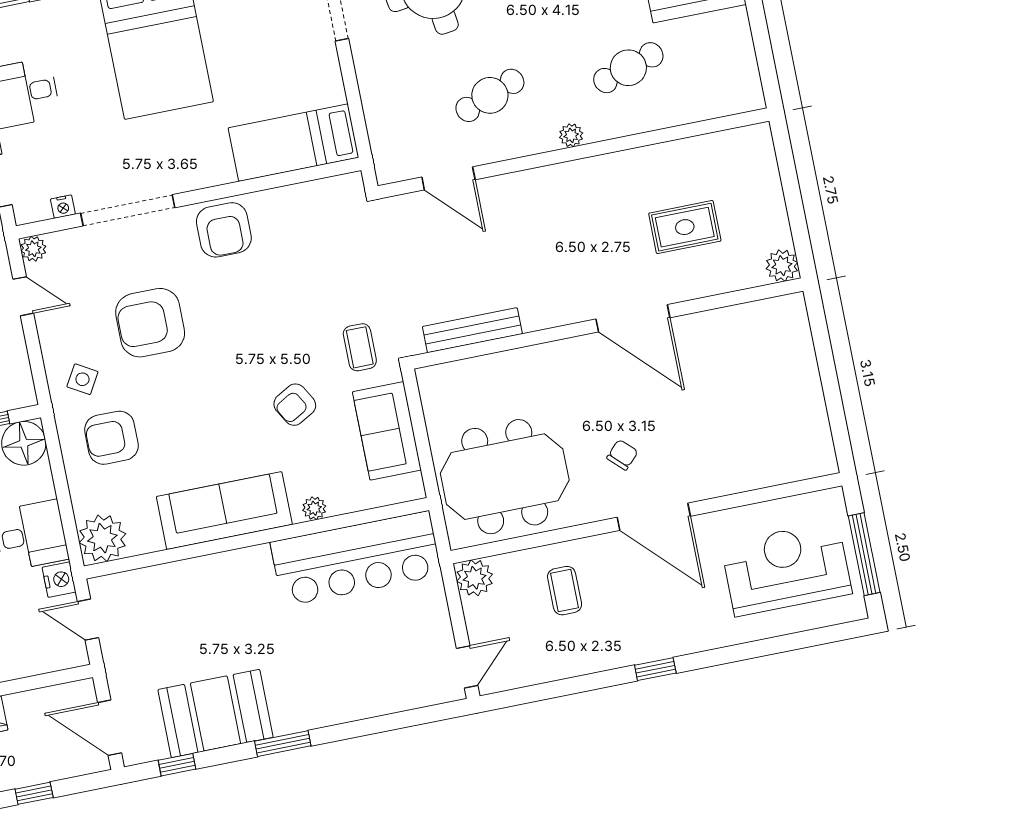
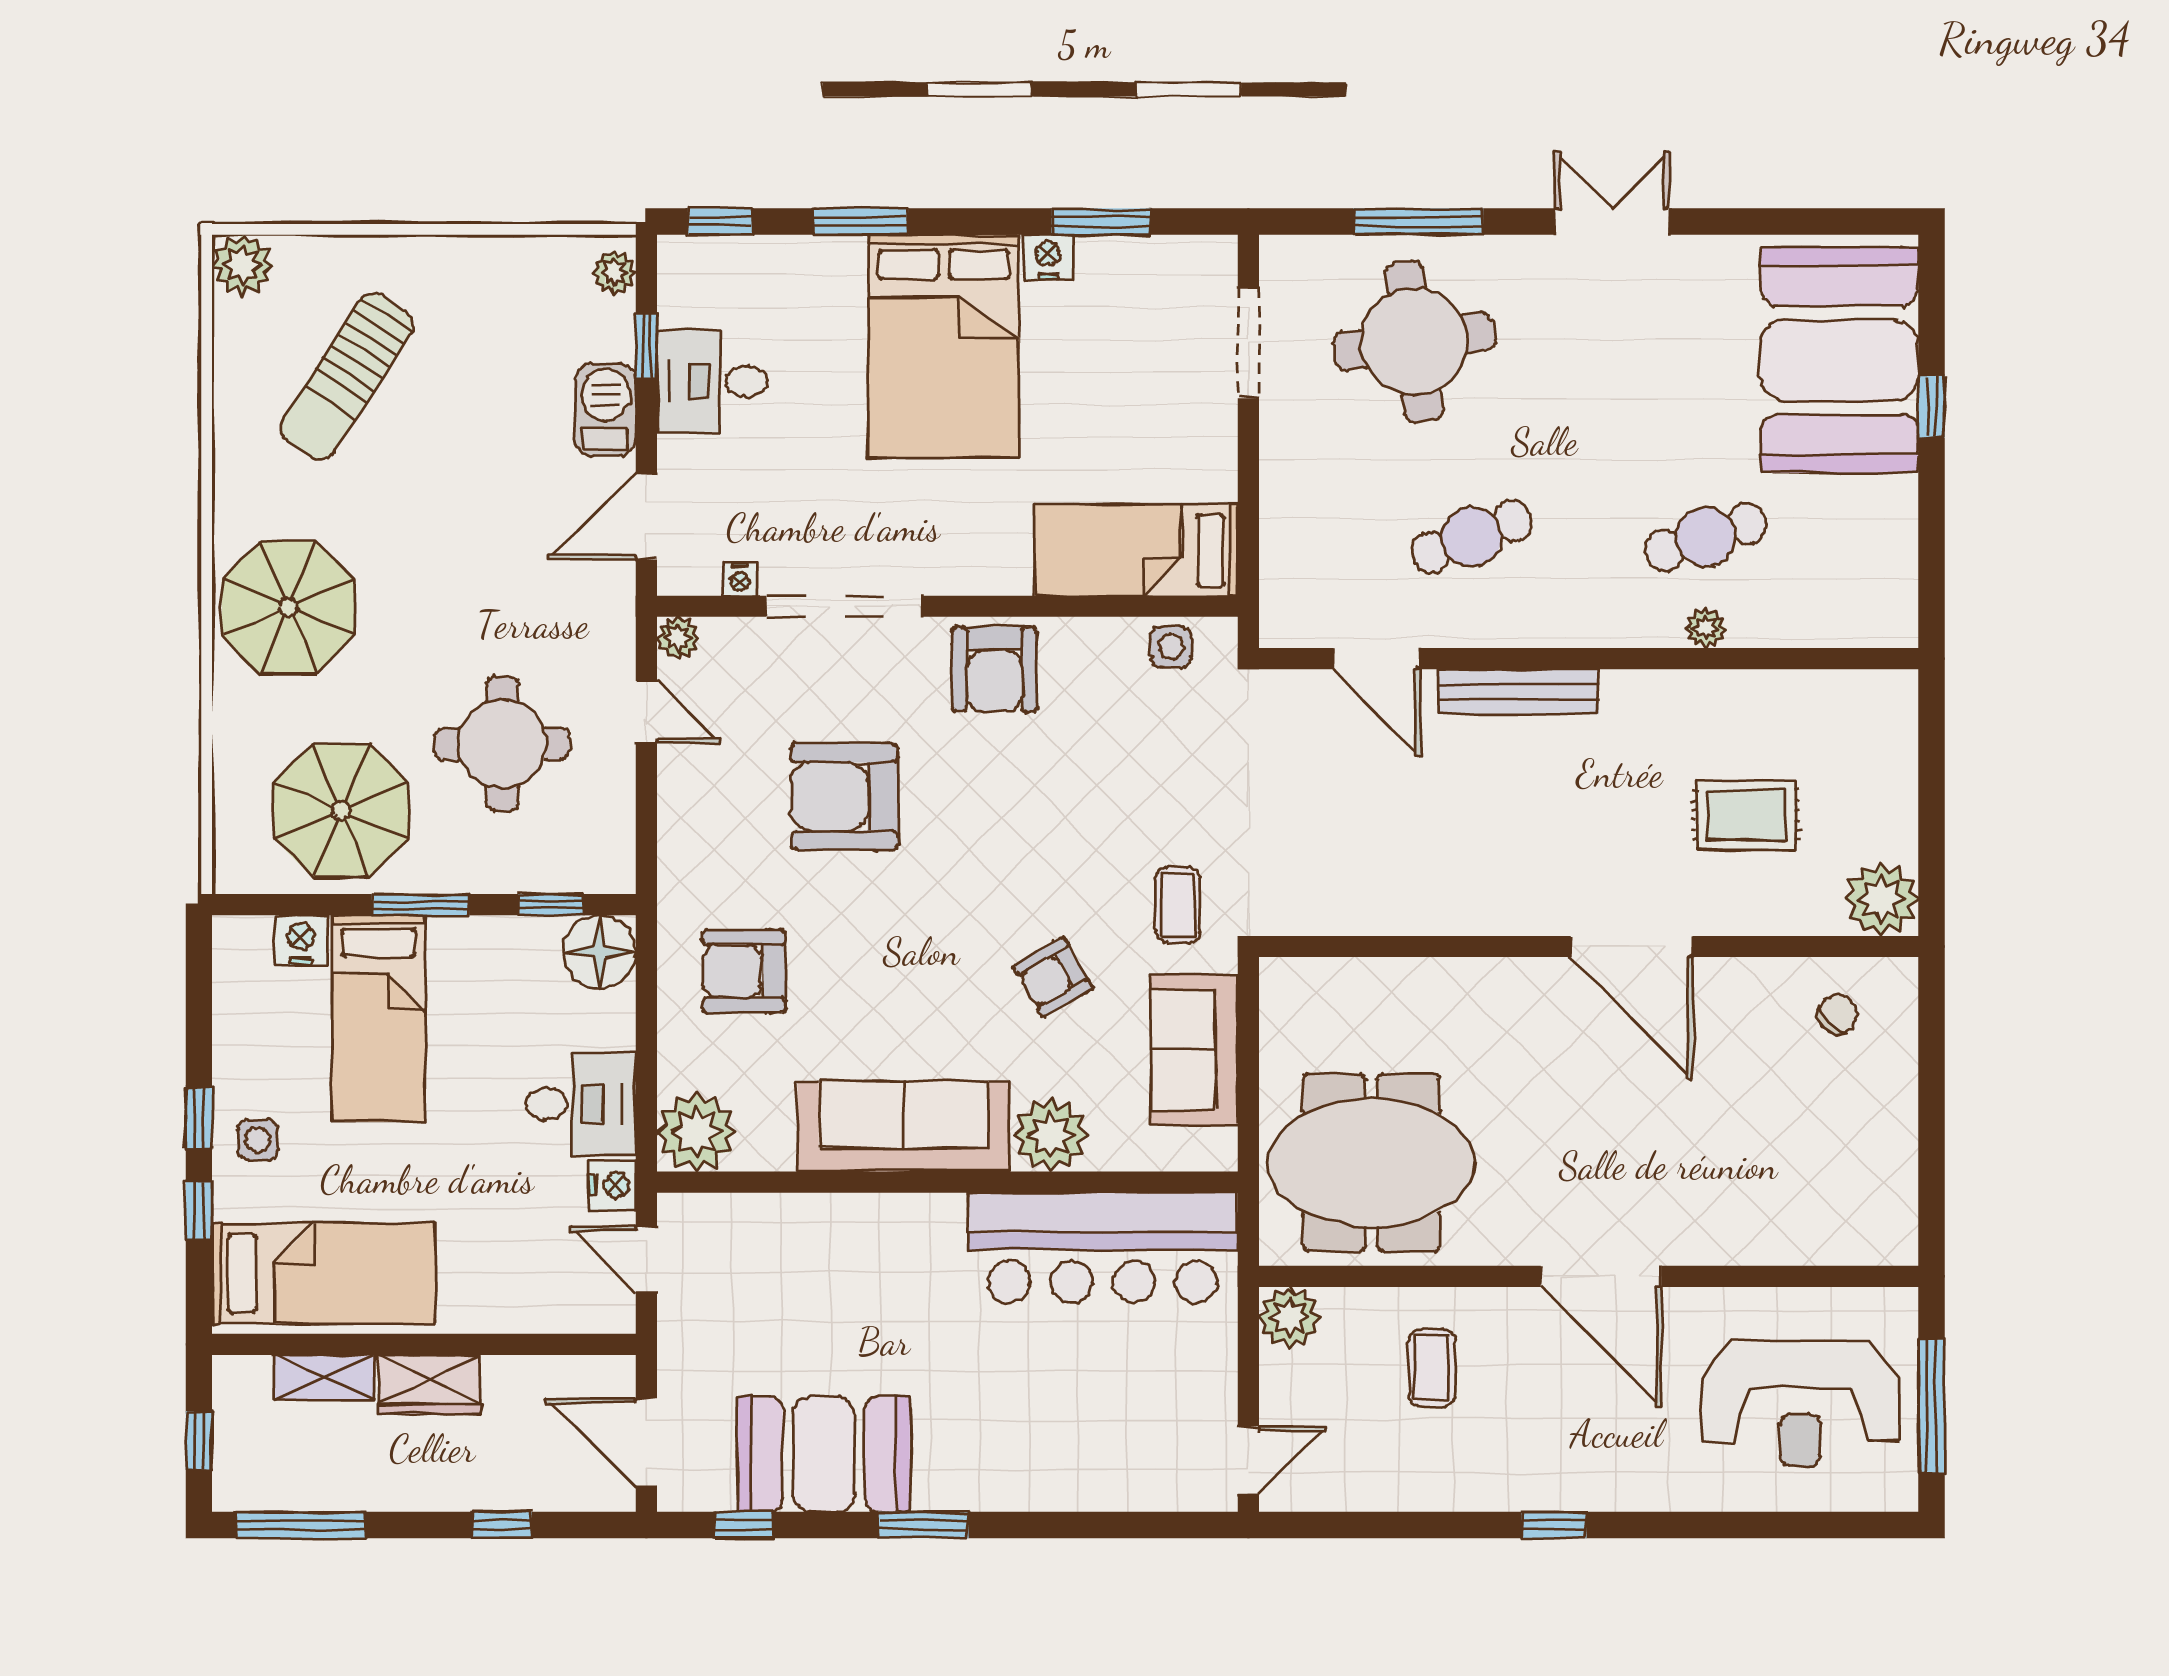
plant: (571, 135) -> (1706, 628), moved
plant: (782, 266) -> (1882, 899), width x1.36, depth x1.36
bench: (472, 330) -> (1519, 692), moved
side table: (82, 379) -> (1171, 647), moved, turned -30
chair: (622, 455) -> (1837, 1014), moved
plant: (314, 508) -> (1051, 1135), width x1.87, depth x1.87
reception desk: (786, 569) -> (1800, 1404), turned 180

